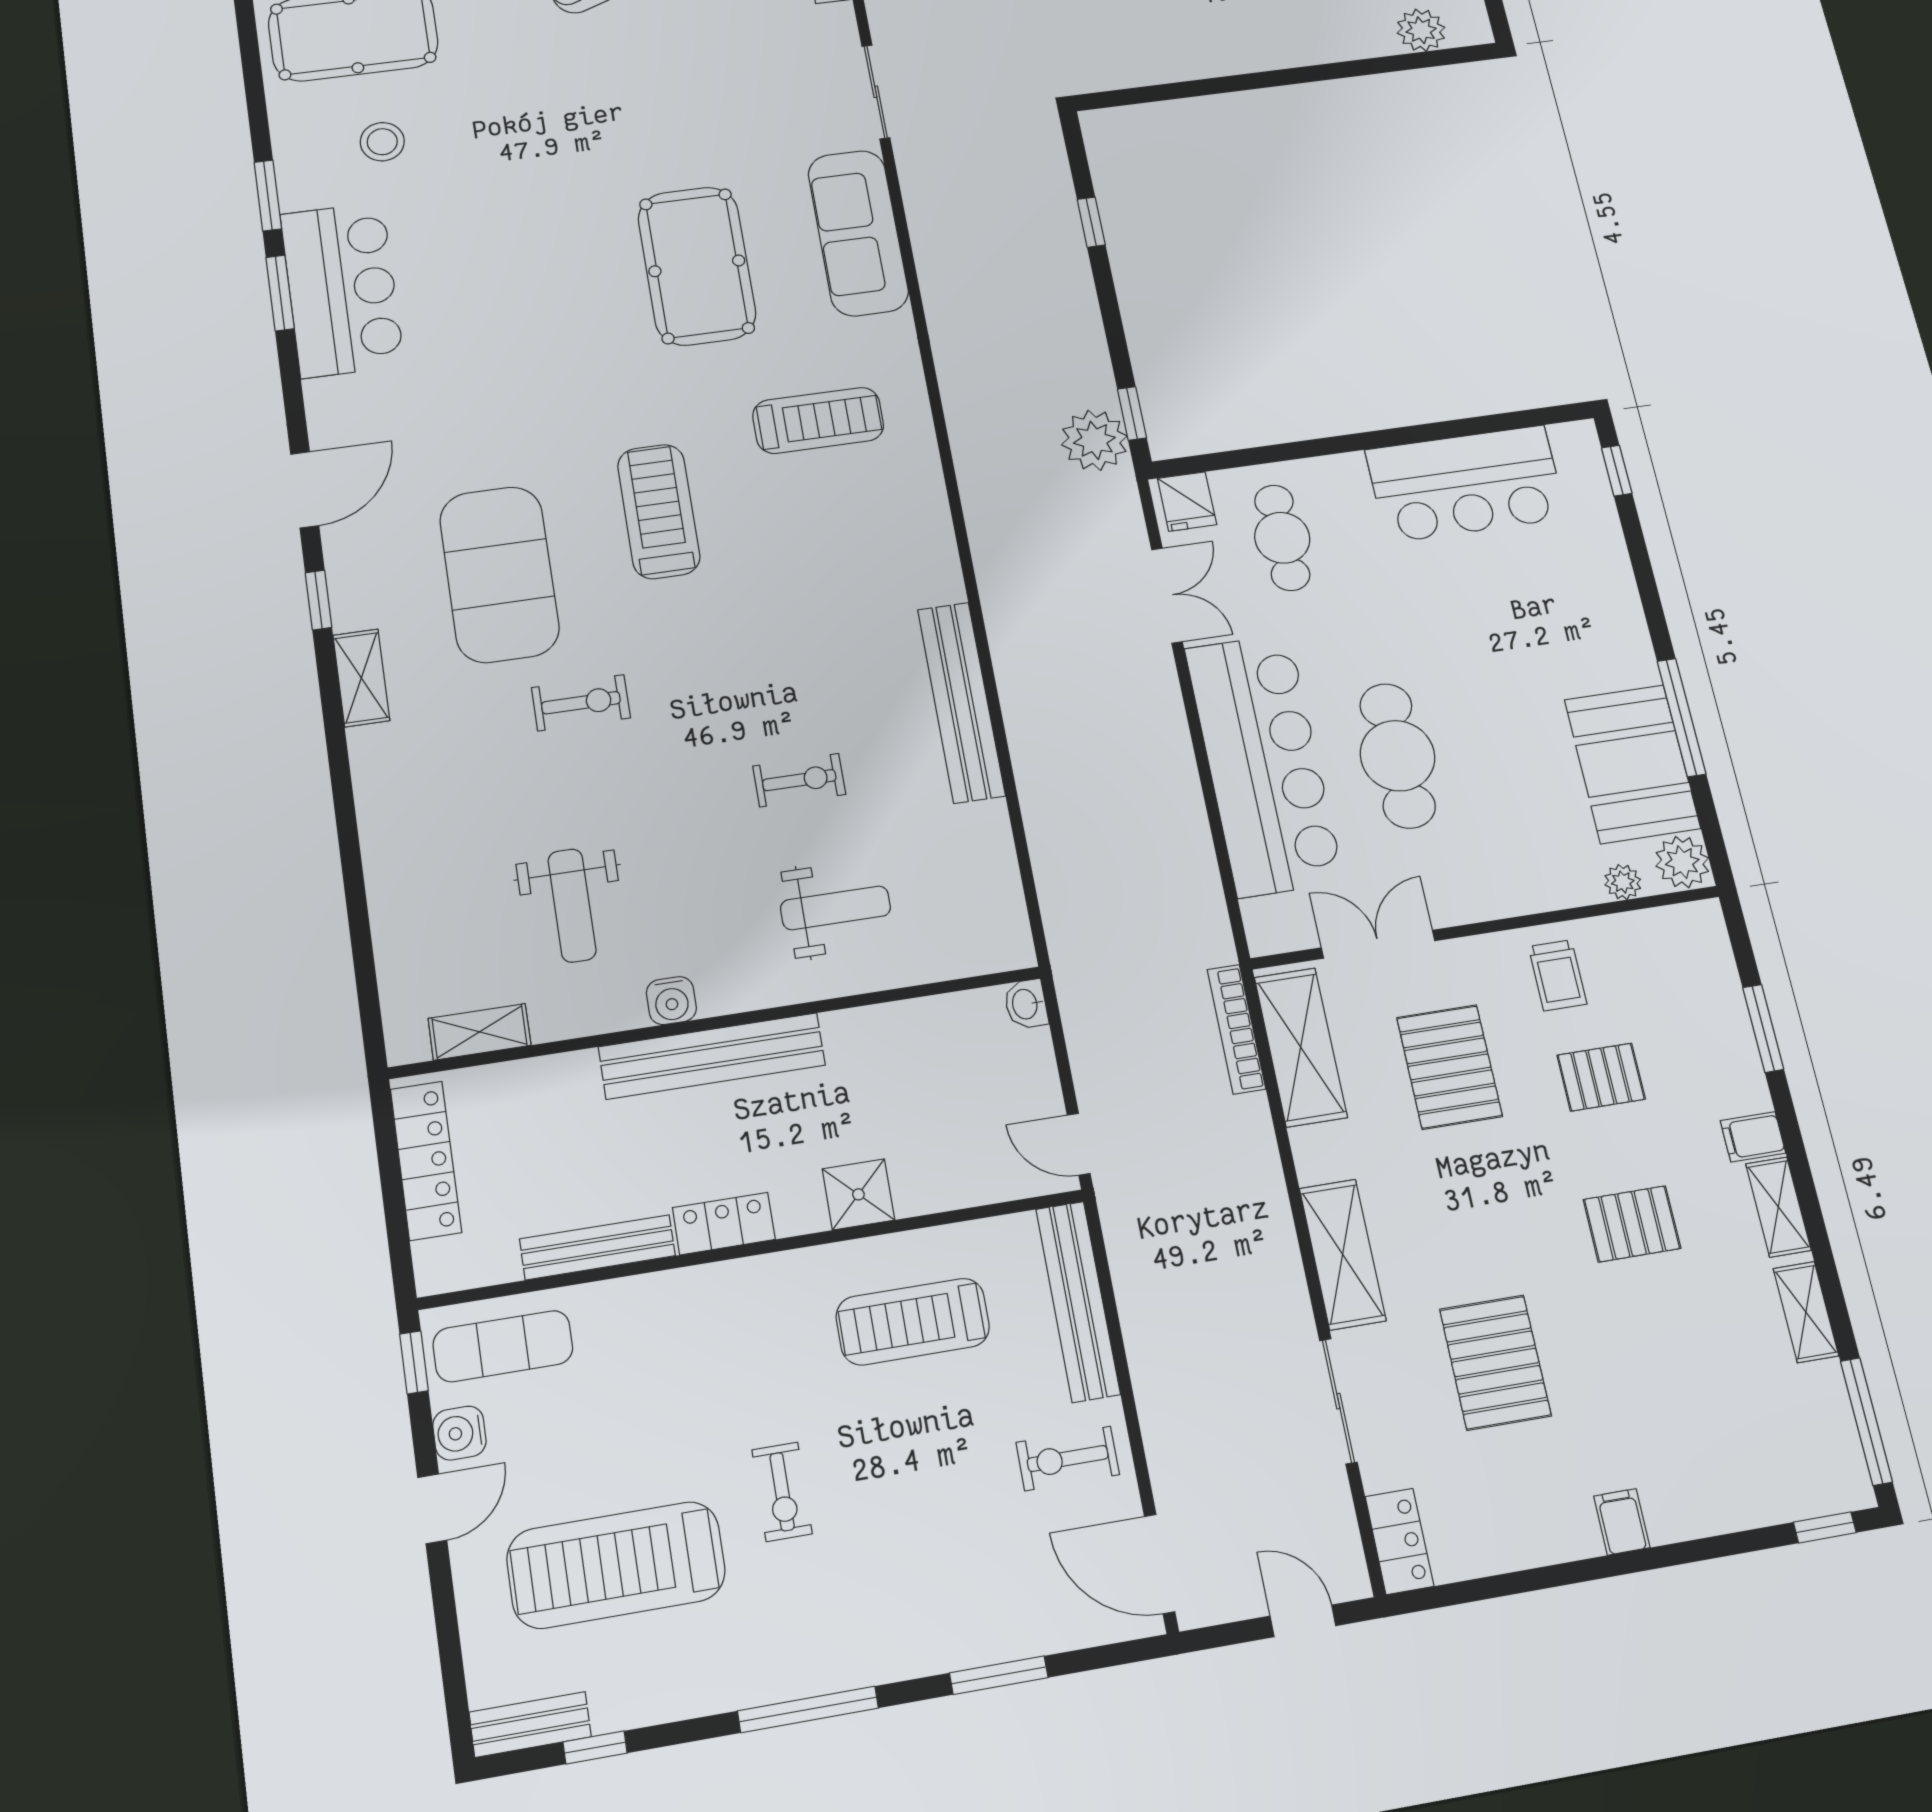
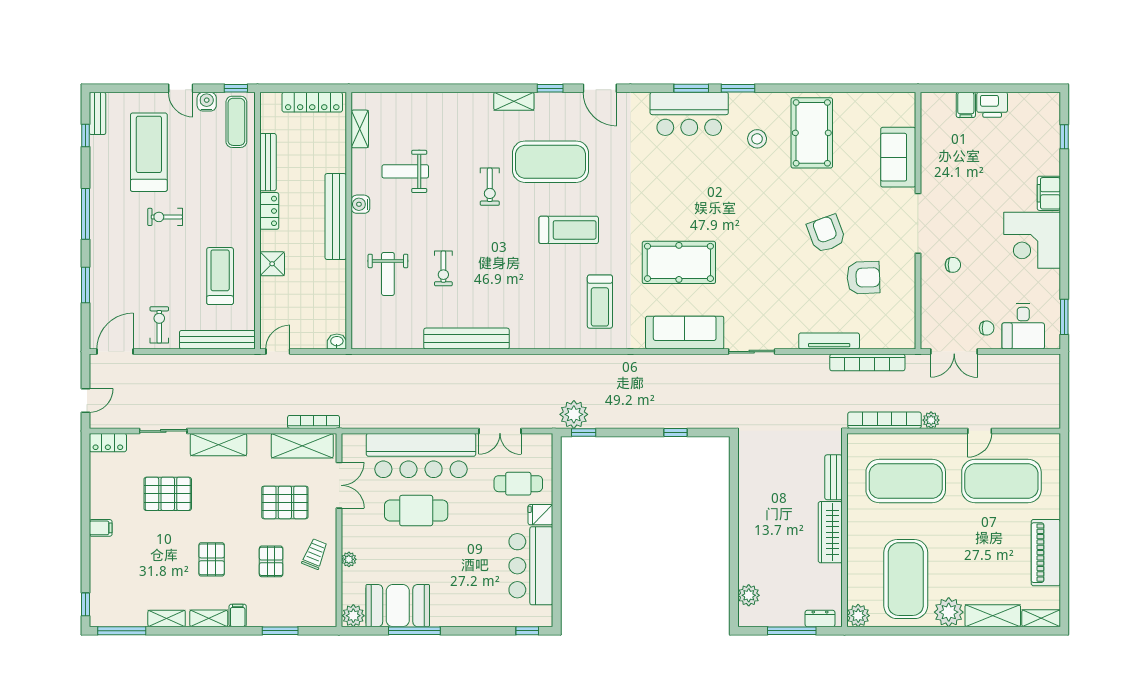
fridge: (1187, 502) -> (540, 515), moved
plant: (1623, 882) -> (349, 559), moved
trolley: (1558, 975) -> (315, 554), turned 112

